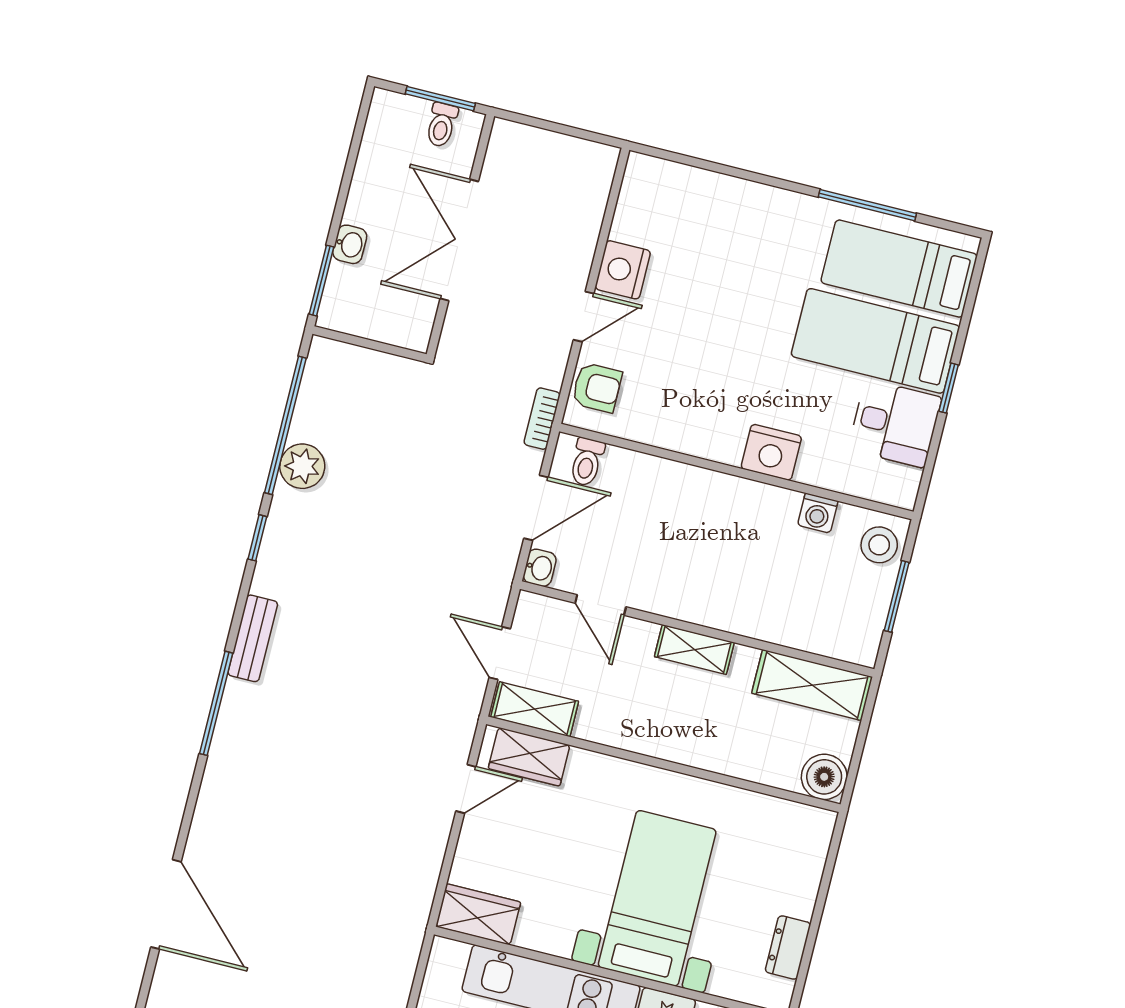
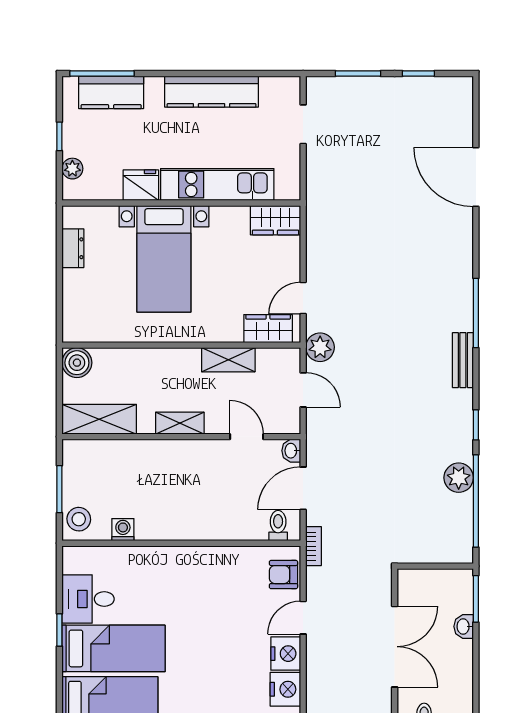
nightstand: (771, 452) -> (285, 689), moved, turned 90
shelving: (535, 709) -> (228, 360), moved
plant: (459, 710) -> (320, 347), added

